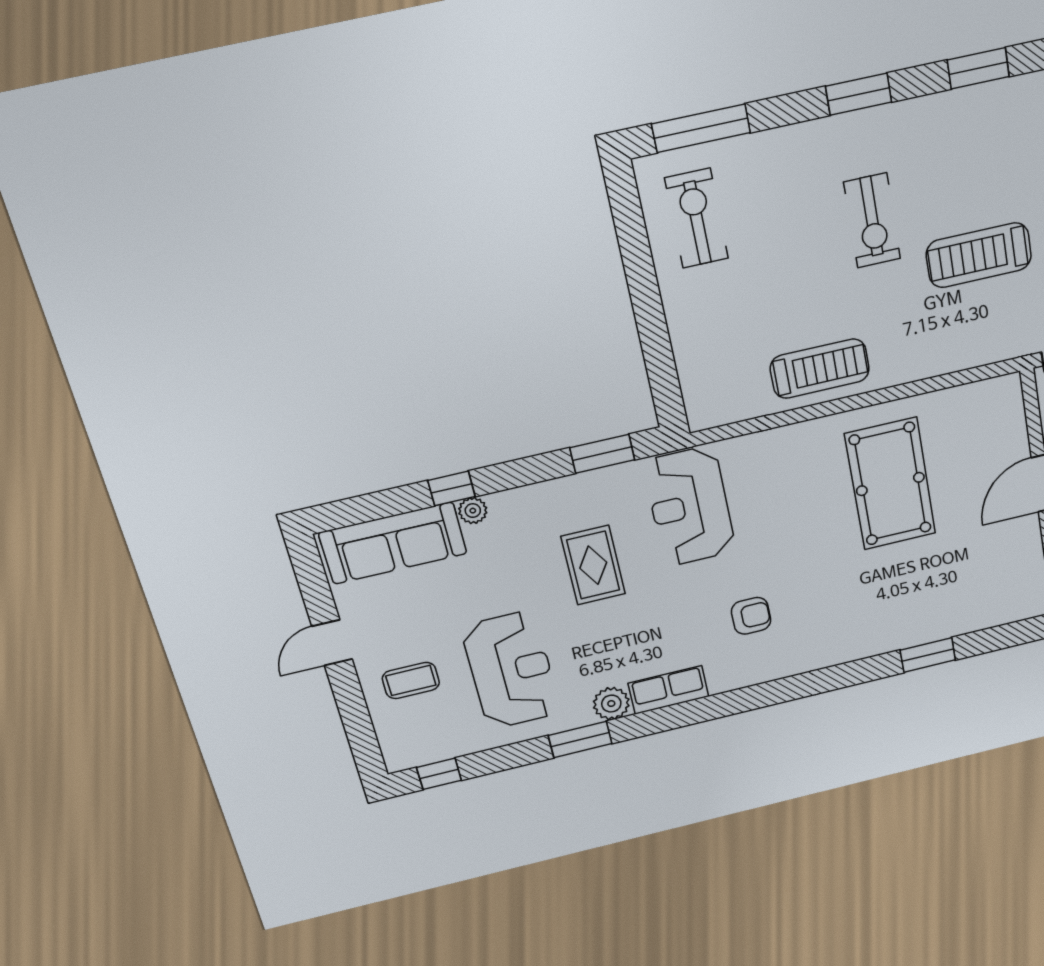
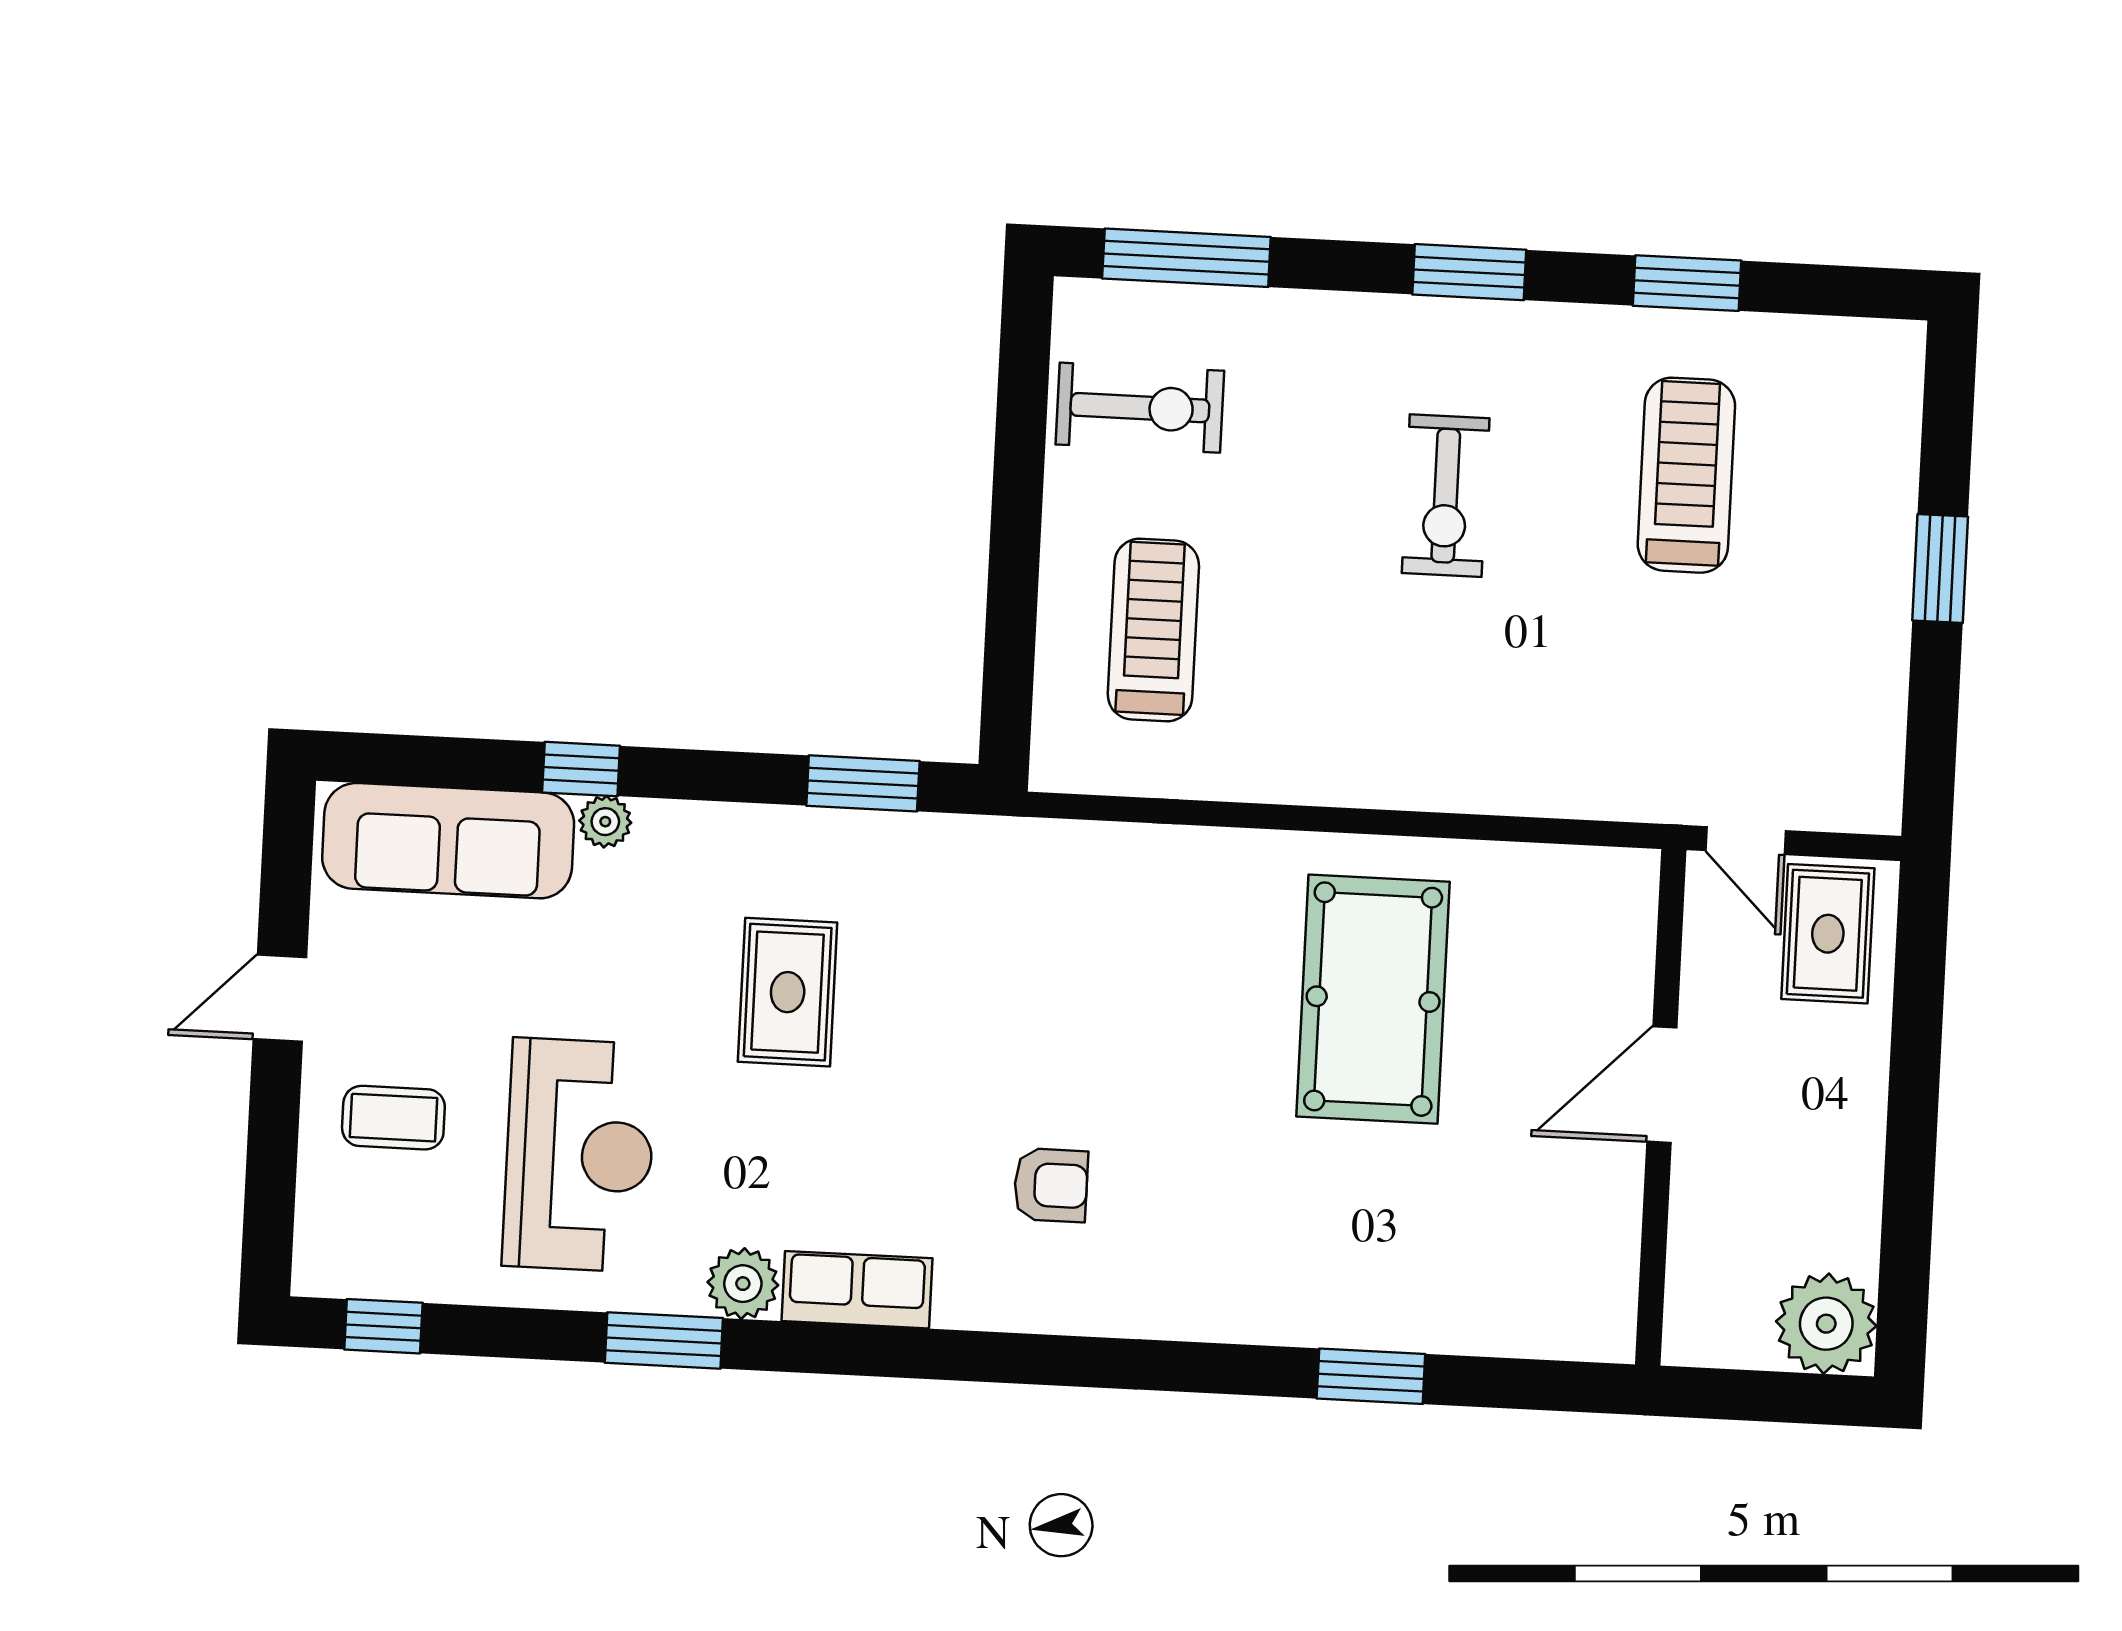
exercise bike: (697, 218) -> (1140, 408), turned 90
treadmill: (979, 255) -> (1686, 475), moved, turned 90
treadmill: (820, 369) -> (1153, 630), moved, turned -90
reception desk: (690, 506) -> (992, 931), removed

